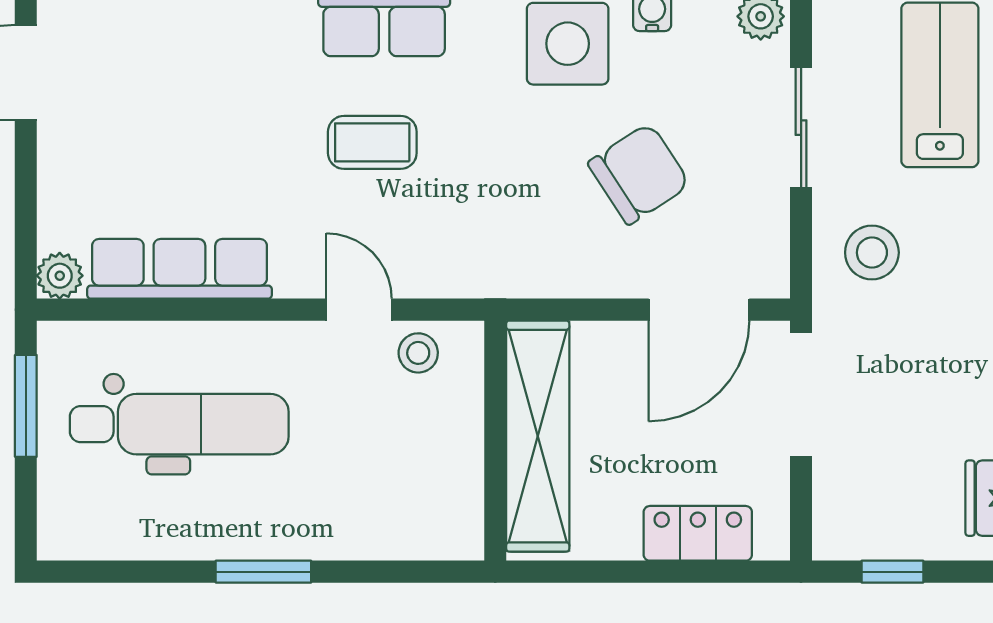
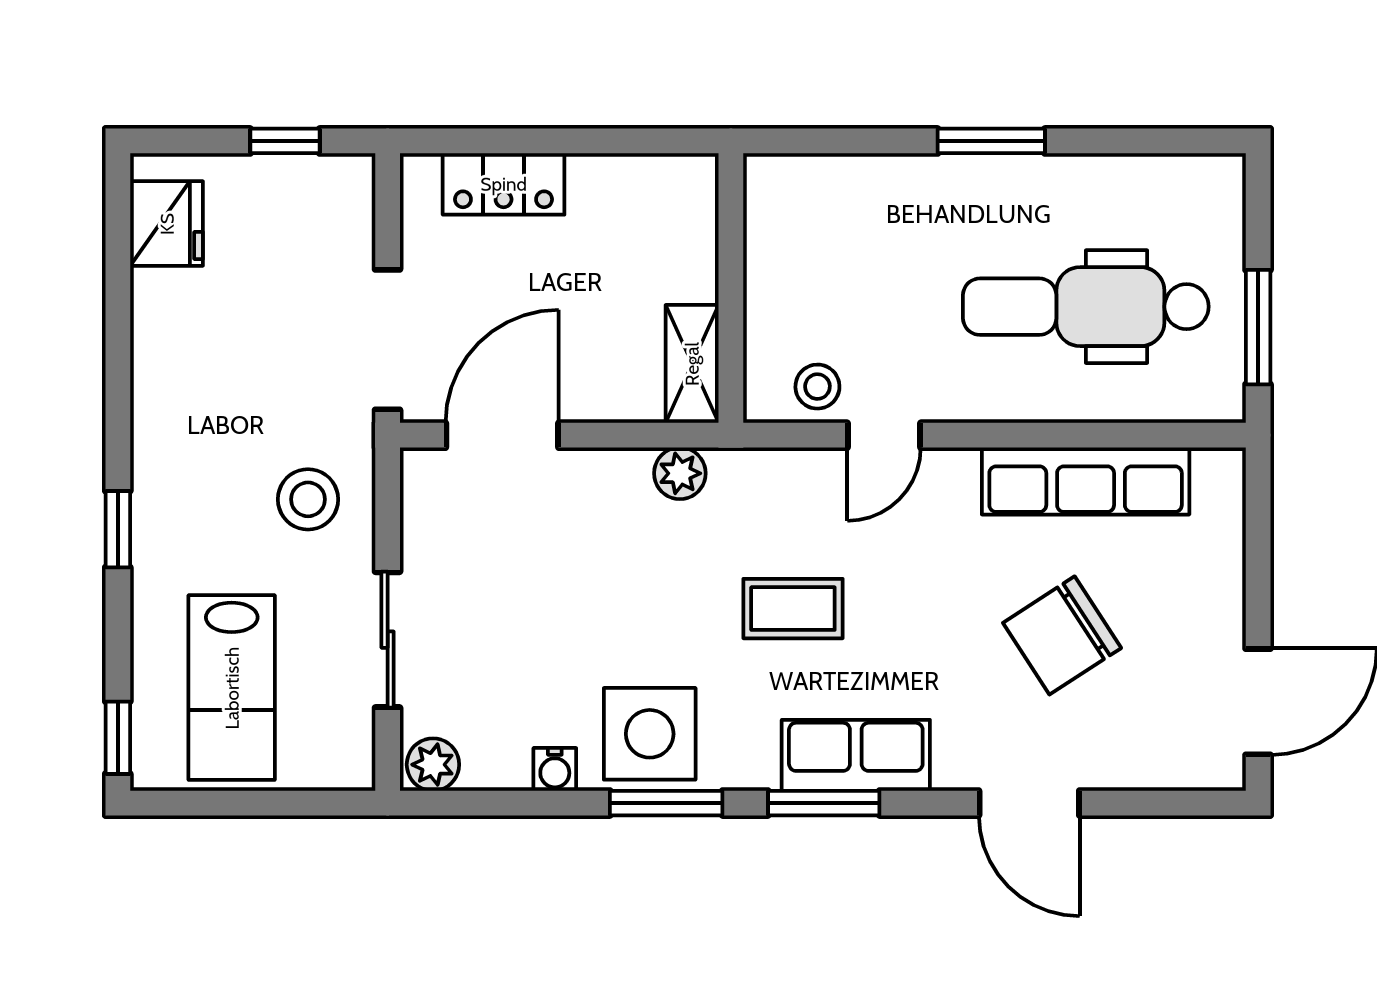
coffee table: (372, 142) -> (793, 609), moved
chair: (639, 174) -> (1062, 635), moved
plant: (60, 276) -> (680, 473), moved
door: (359, 310) -> (884, 435), hinge flipped
shelving: (538, 436) -> (692, 364), width x0.45, depth x0.75

